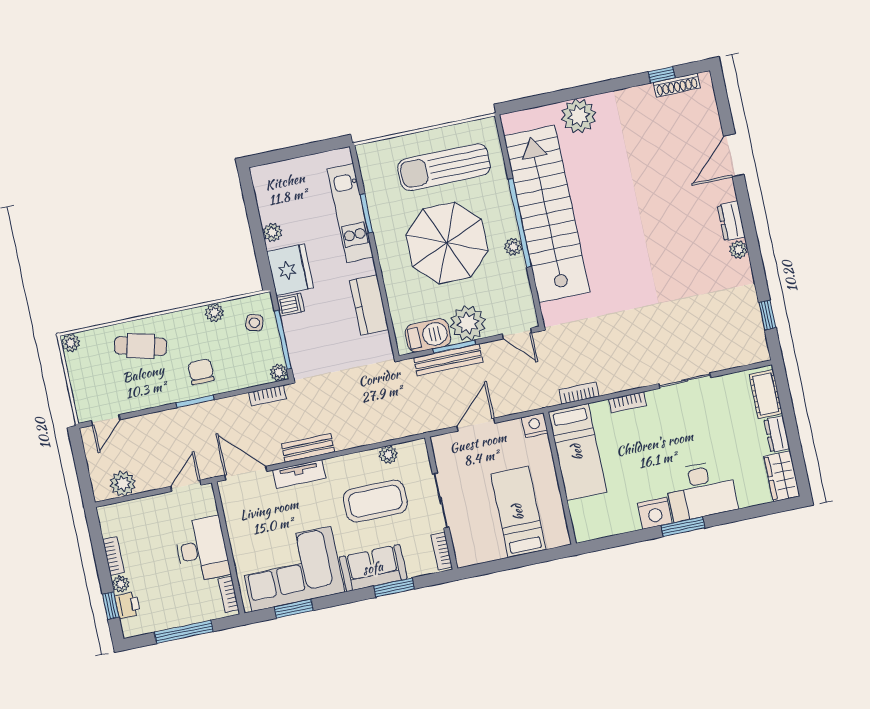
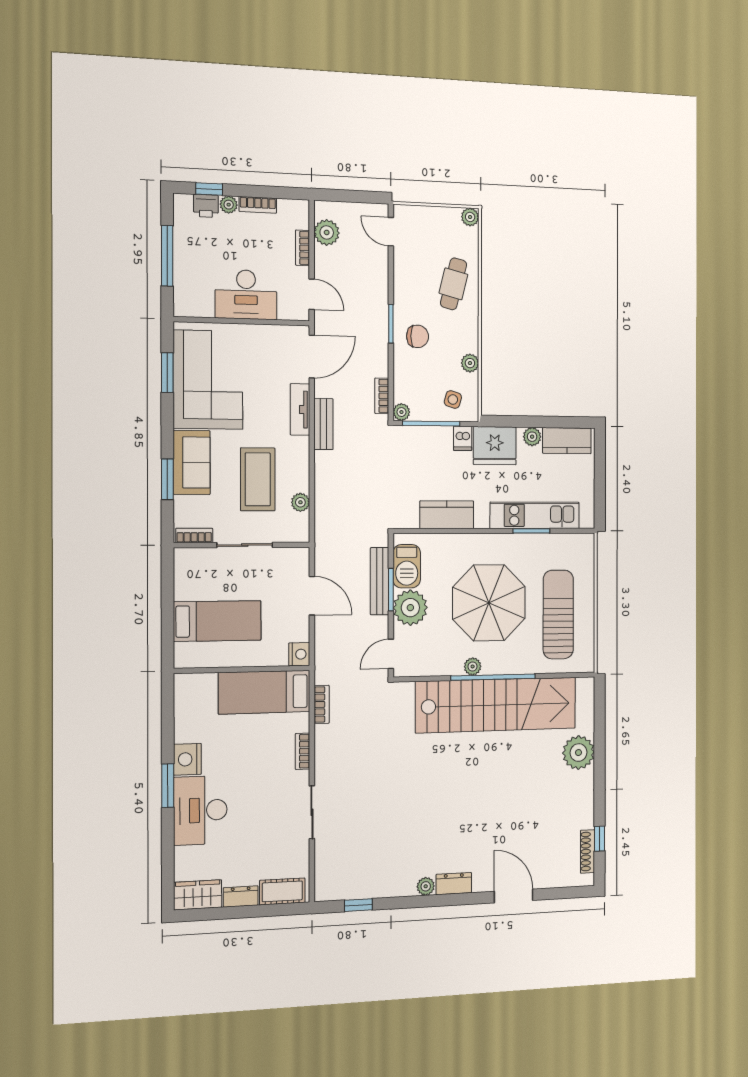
kitchen counter: (268, 195) -> (567, 441), added
bookcase: (229, 594) -> (303, 248), moved, turned -90

